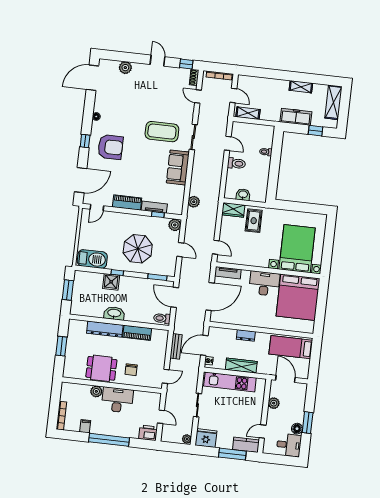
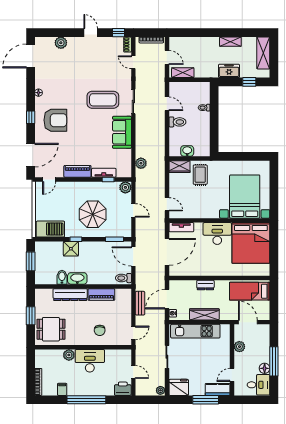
freezer: (296, 117) -> (229, 71), width x0.71
bidet: (98, 310) -> (62, 277), added
dining table: (101, 368) -> (51, 329), moved
window: (308, 423) -> (274, 361), width x1.44

